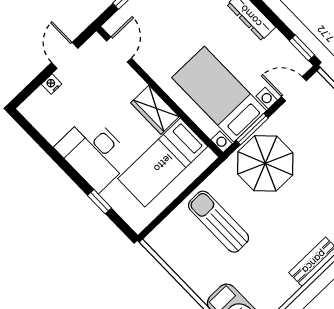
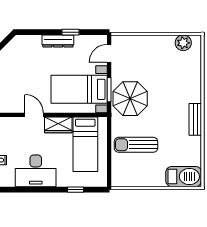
window: (302, 48) -> (71, 32), moved
door: (119, 50) -> (34, 115), moved
desk: (94, 153) -> (36, 171), moved

